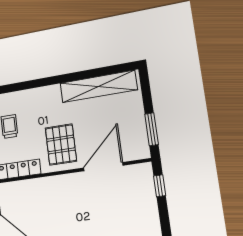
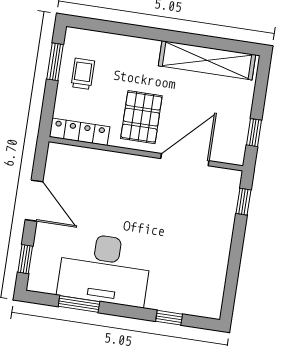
window: (151, 129) -> (254, 133), width x0.67

